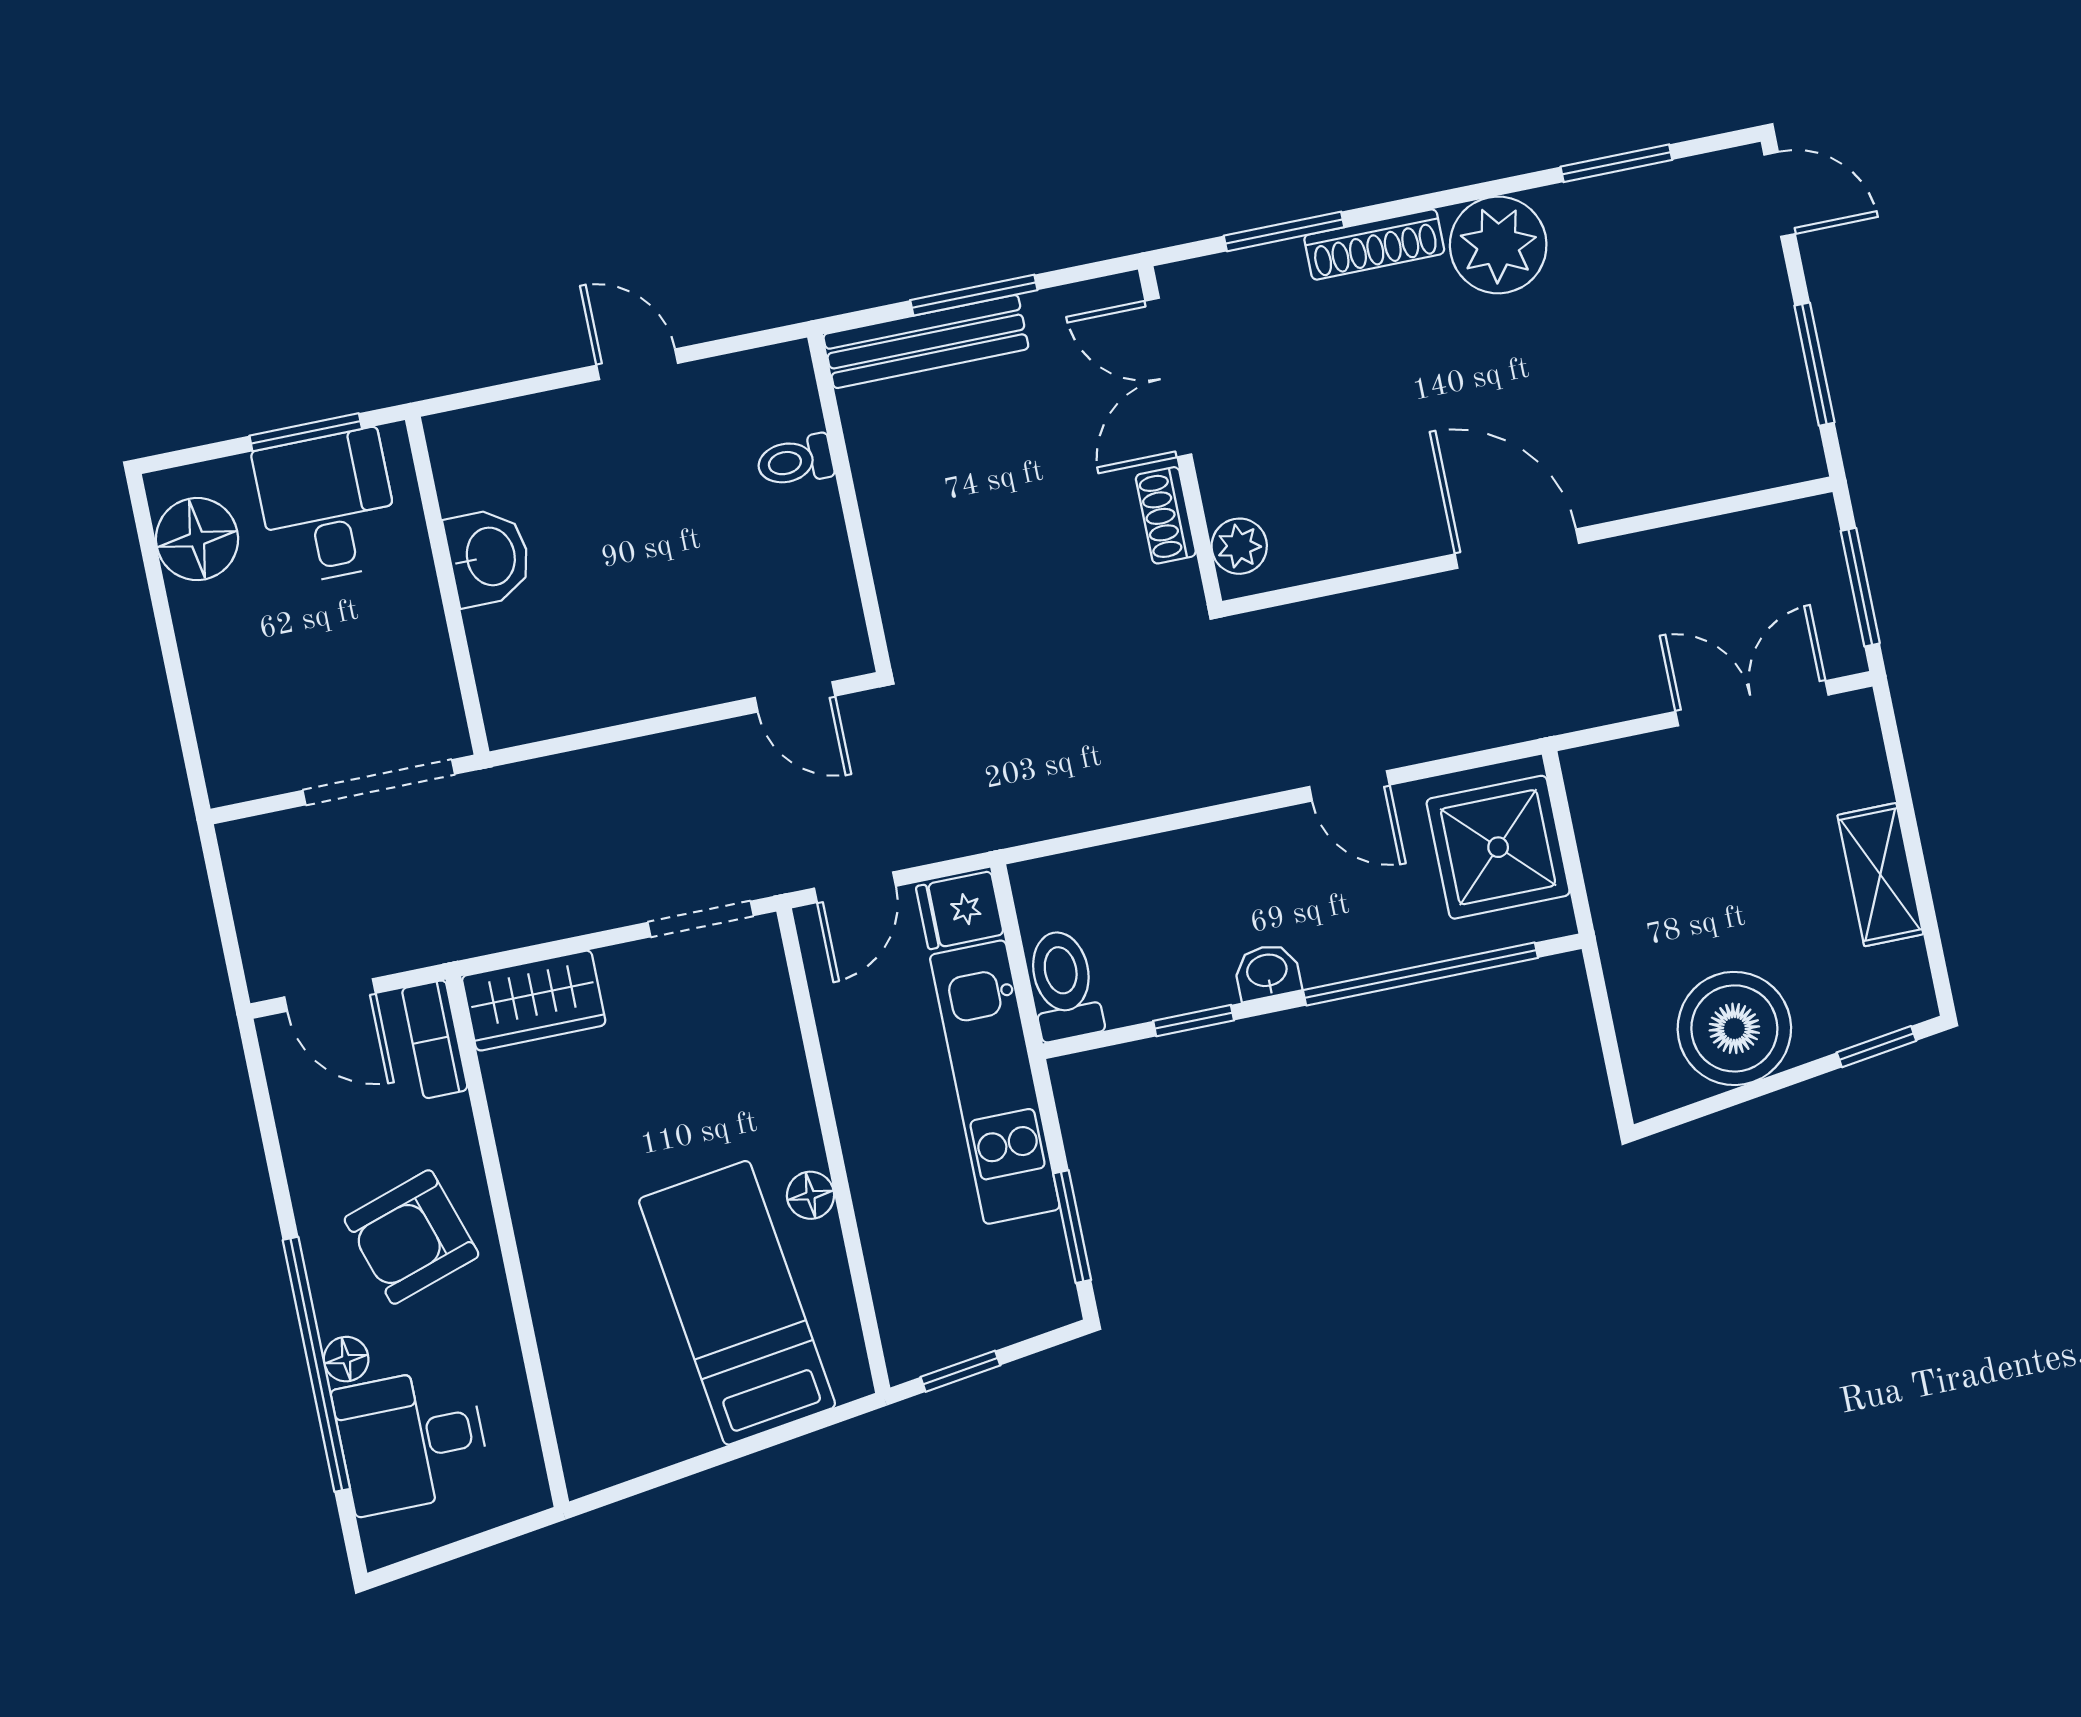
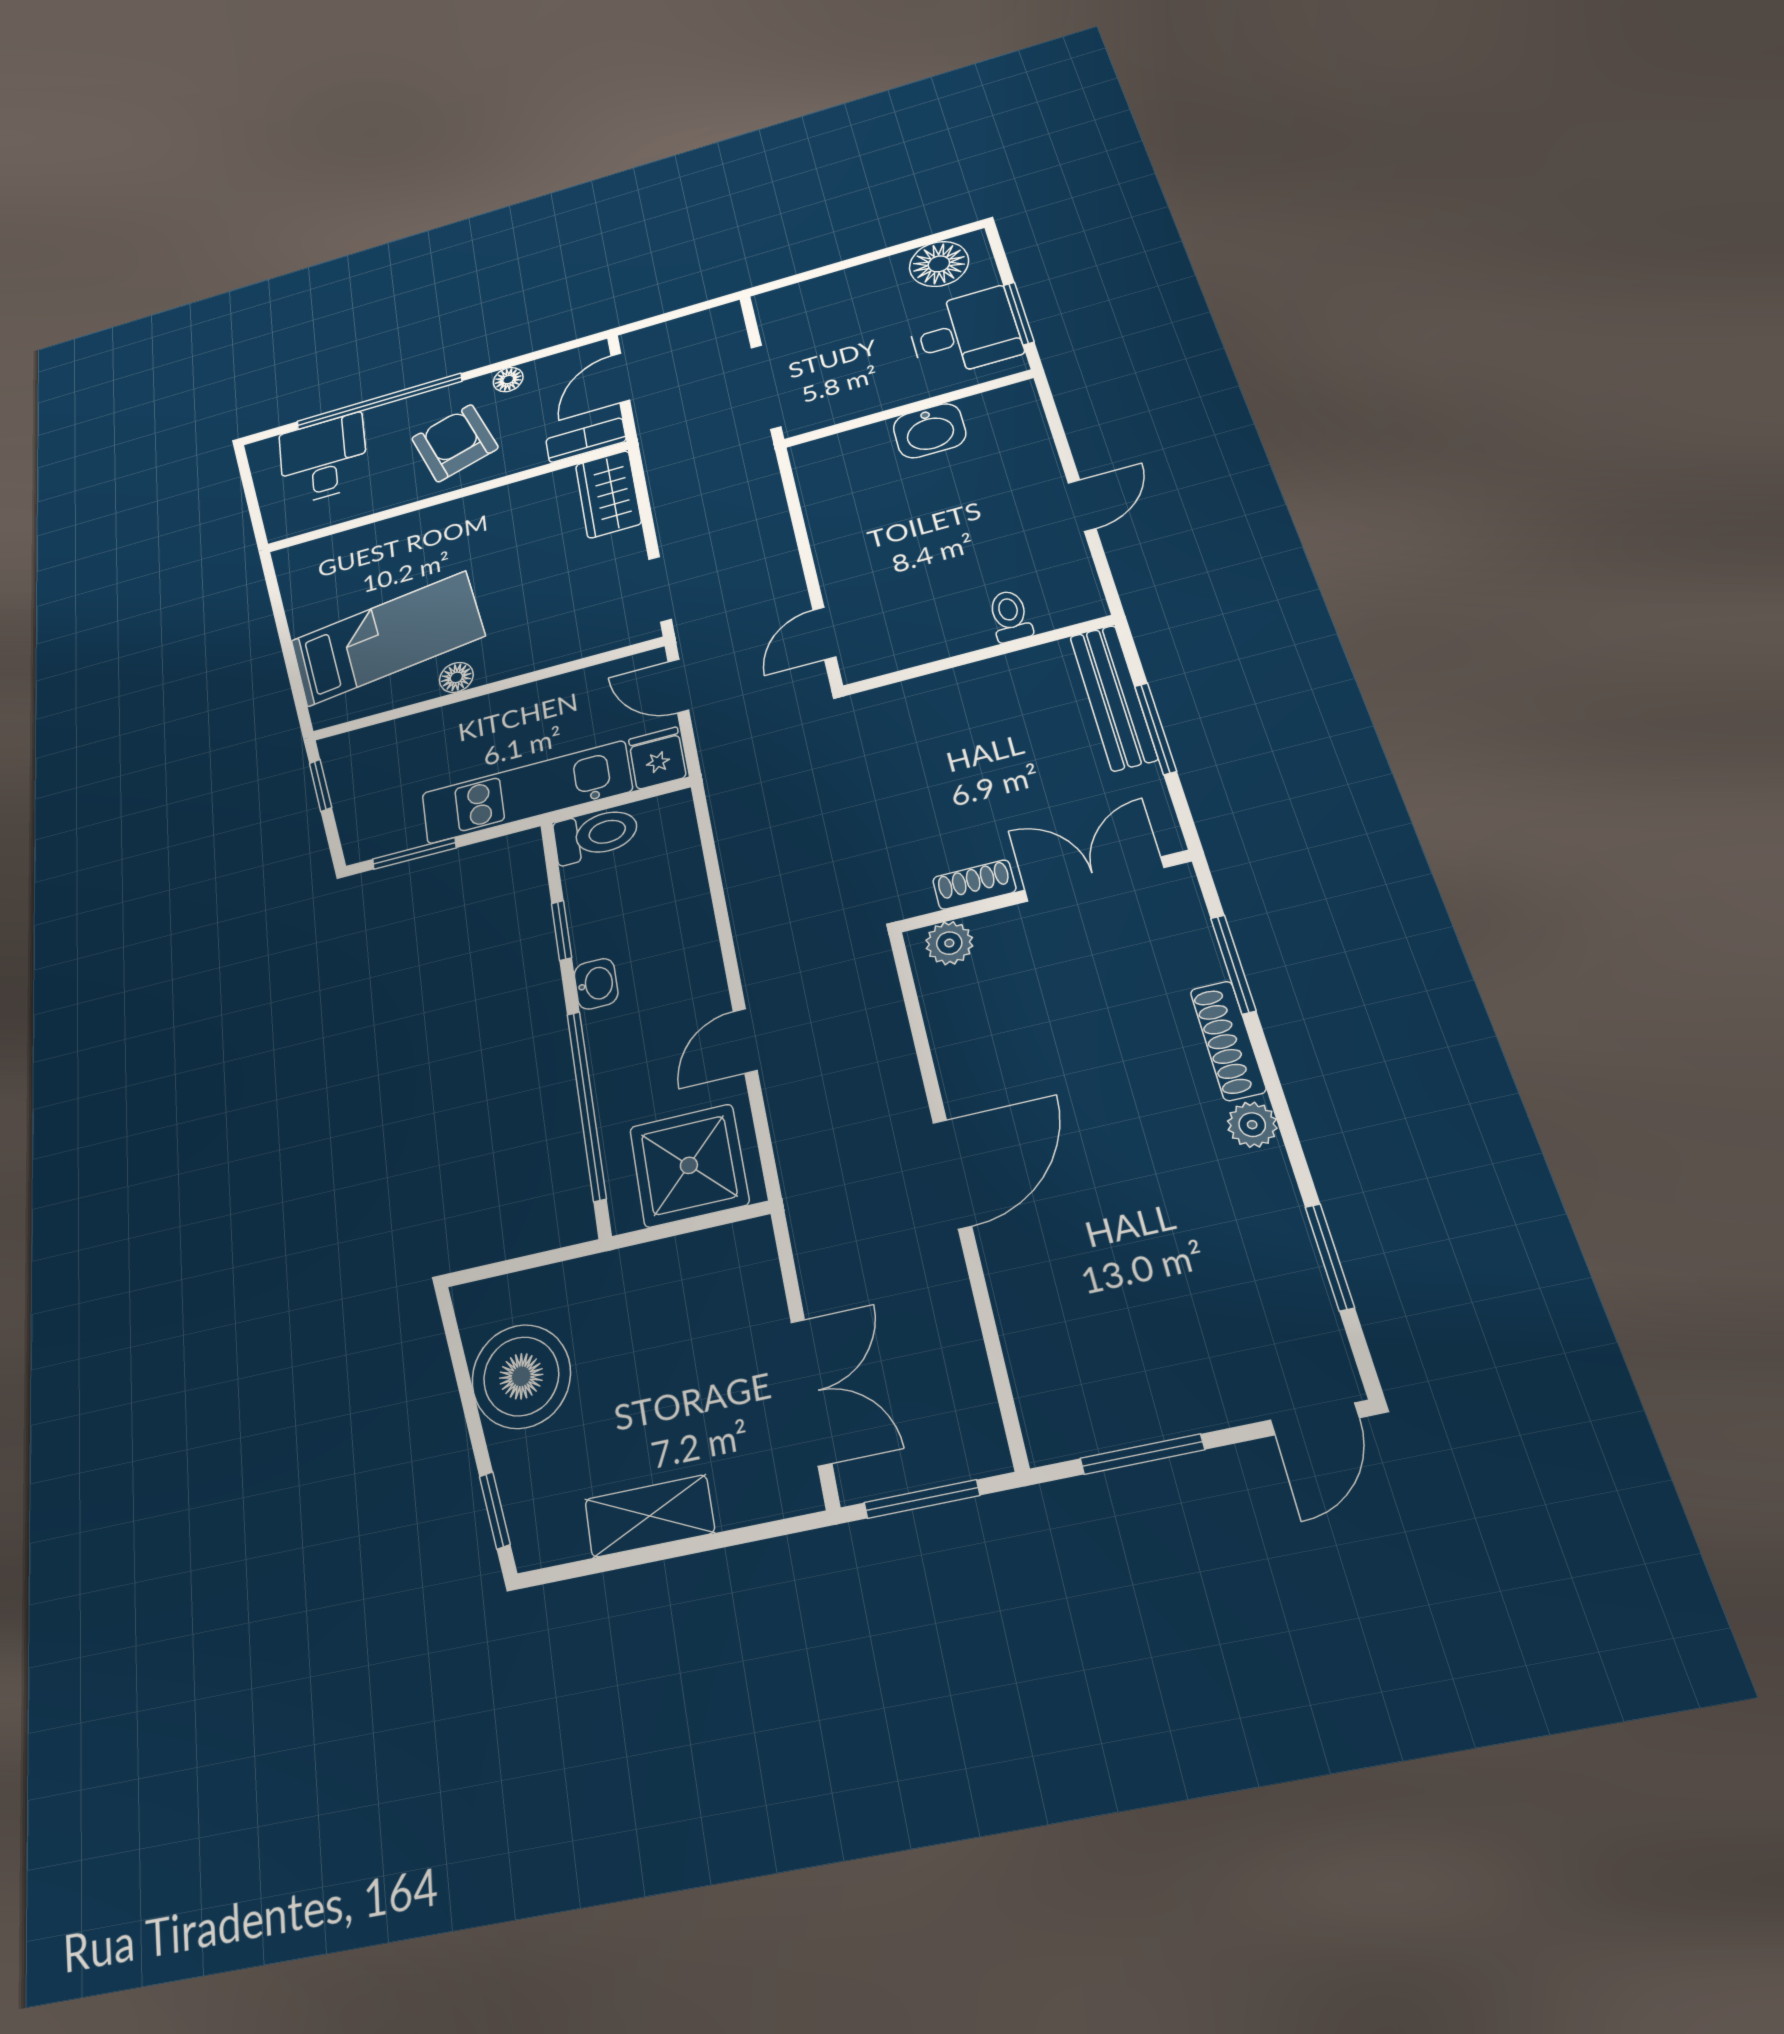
plant: (1498, 245) -> (1252, 1125), width x0.53, depth x0.53
floor lamp: (346, 1359) -> (508, 380), moved

